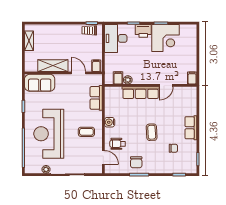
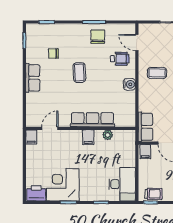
printer: (143, 31) -> (36, 193), moved
filing cabinet: (118, 78) -> (88, 137), moved
door: (166, 85) -> (50, 128), moved
row of seats: (96, 98) -> (145, 127), moved

